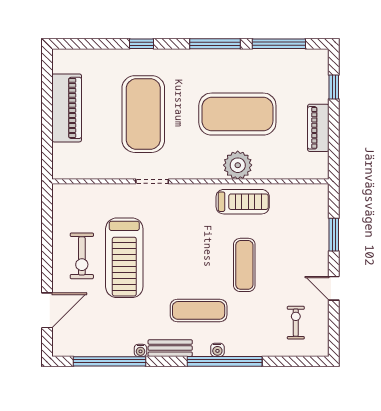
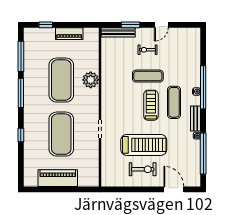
exercise mat: (143, 114) -> (61, 134), turned 90
treadmill: (243, 202) -> (151, 105), moved
bench: (321, 213) -> (118, 32), added
exercise bike: (296, 323) -> (148, 50), moved

